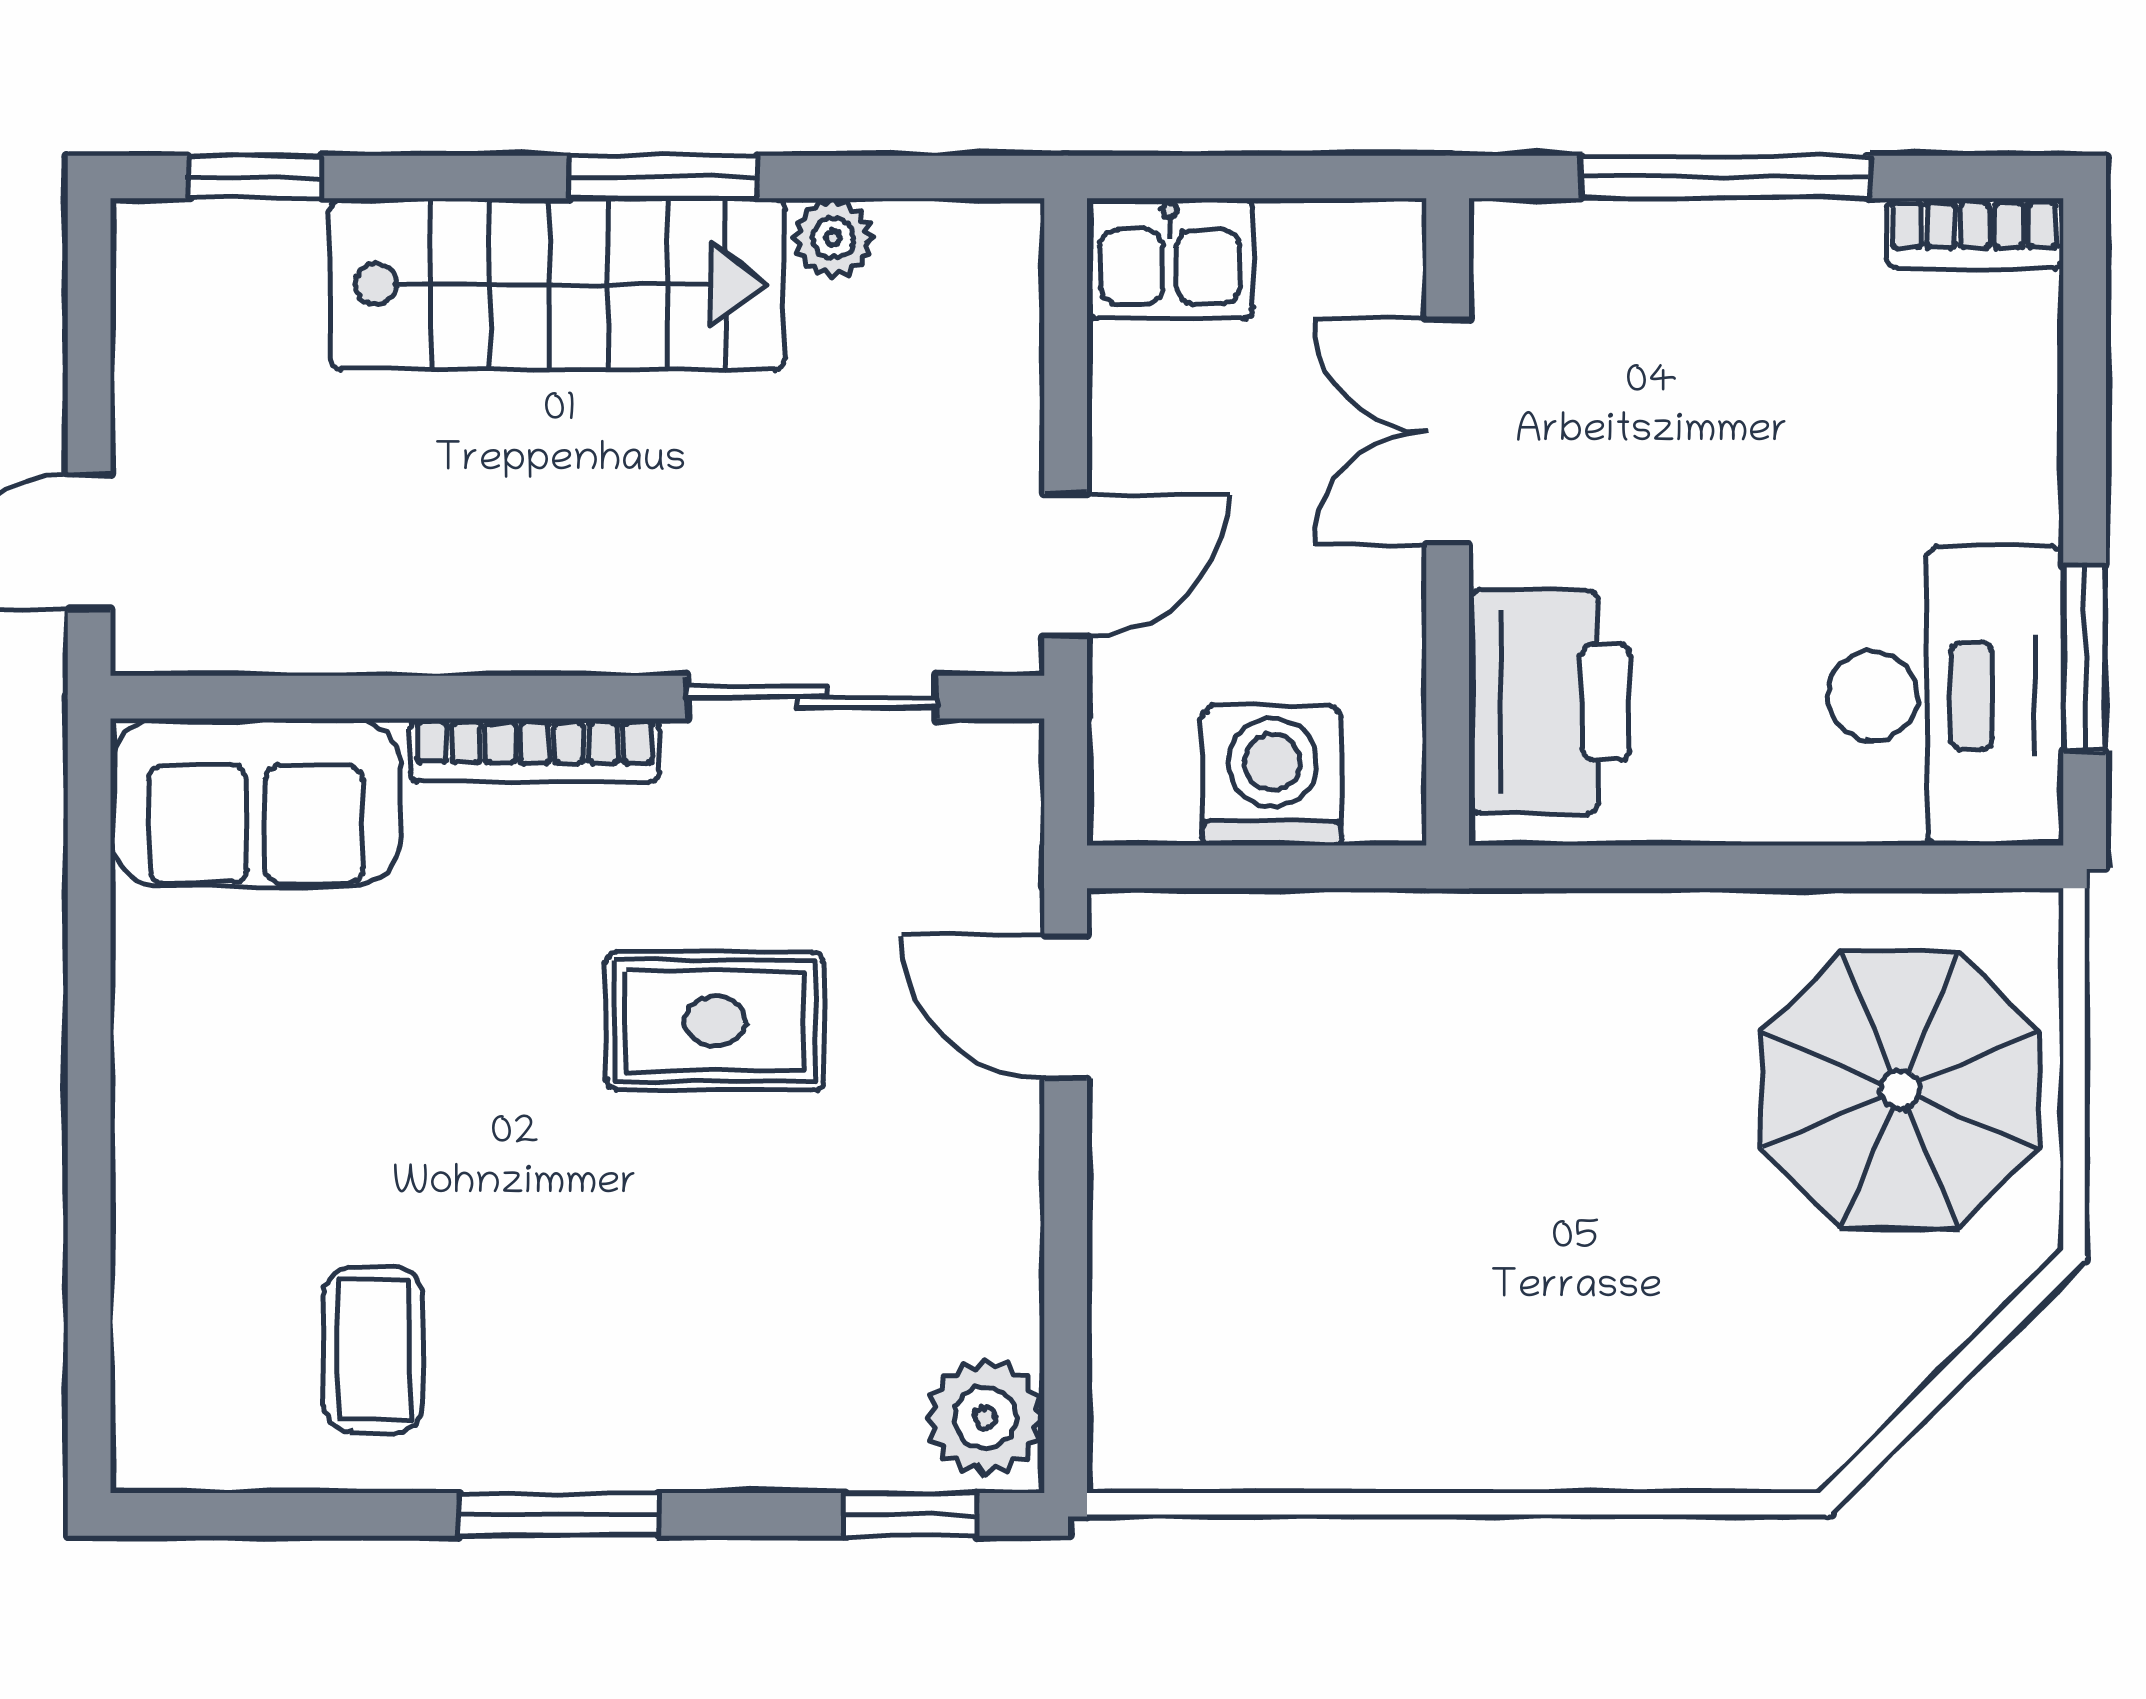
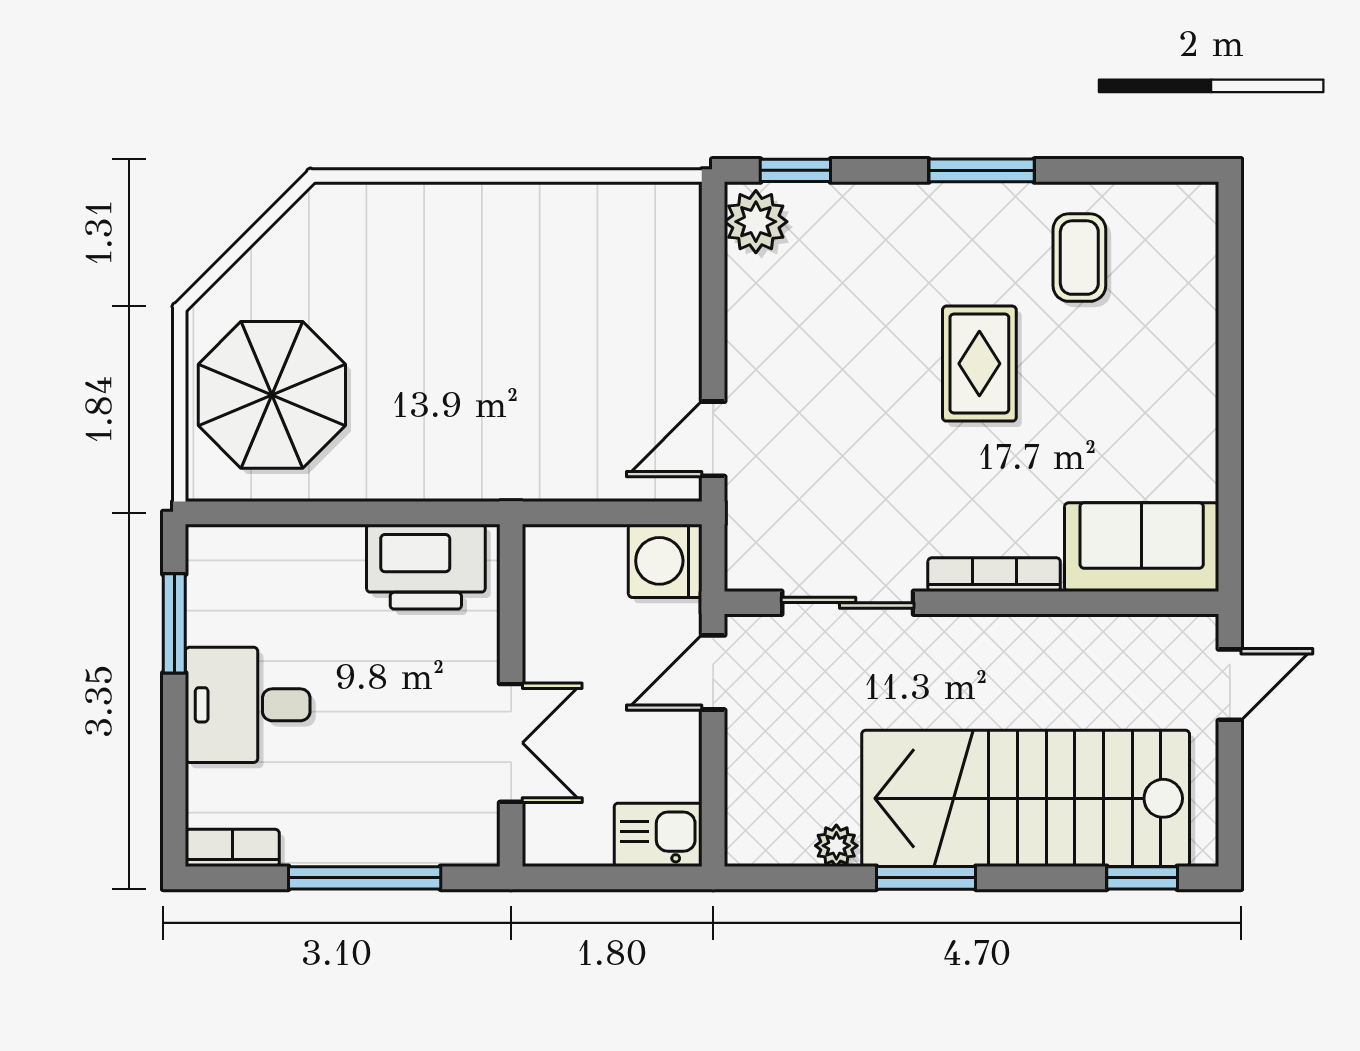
stairs: (558, 284) -> (1026, 798), width x1.36, depth x1.51
desk: (1946, 696) -> (248, 705), moved, width x0.73
printer: (1549, 702) -> (426, 567), moved, turned -90
washing machine: (1272, 776) -> (665, 561), moved, turned 90
door: (1066, 1007) -> (713, 439), swing flipped
rug: (715, 1021) -> (979, 364), moved, turned 90

